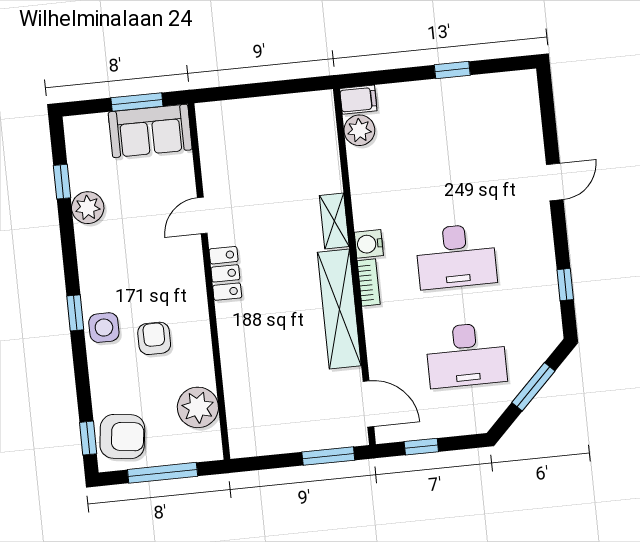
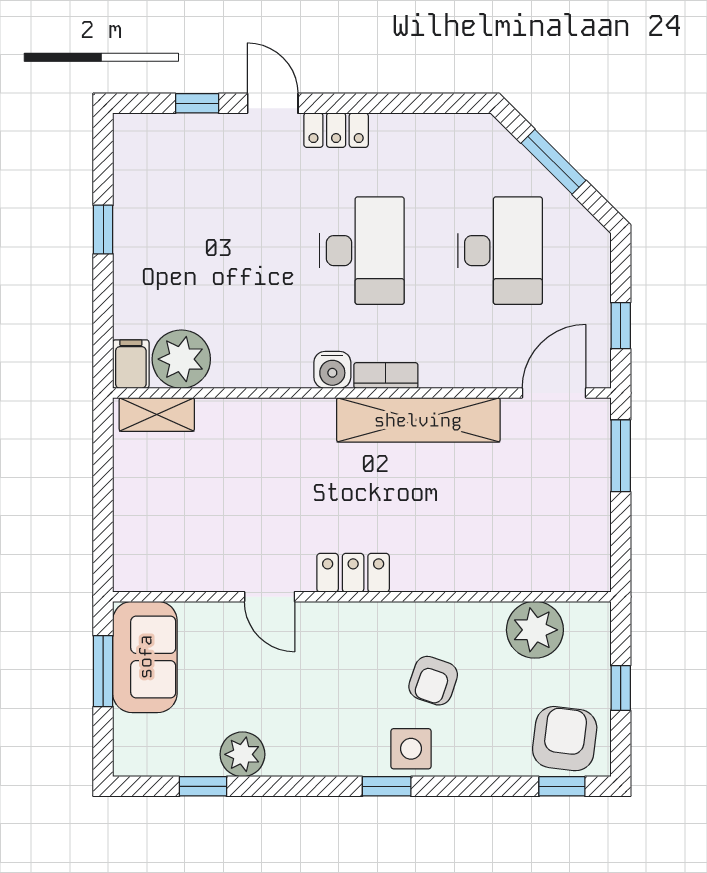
plant: (359, 130) -> (181, 359), width x1.36, depth x1.36
shelving: (334, 221) -> (157, 414), moved
locker: (540, 229) -> (336, 130), added
window: (565, 285) -> (197, 103), moved
armchair: (154, 338) -> (433, 681), turned -71
window: (163, 473) -> (621, 688), width x0.46

